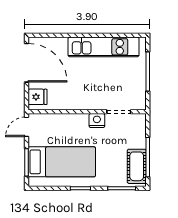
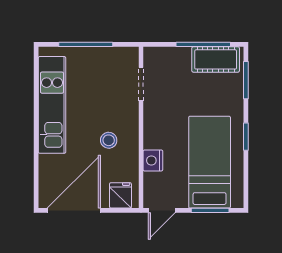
stool: (78, 88) -> (109, 140), added
nightstand: (97, 121) -> (153, 160), moved
door: (27, 127) -> (162, 210), hinge flipped

